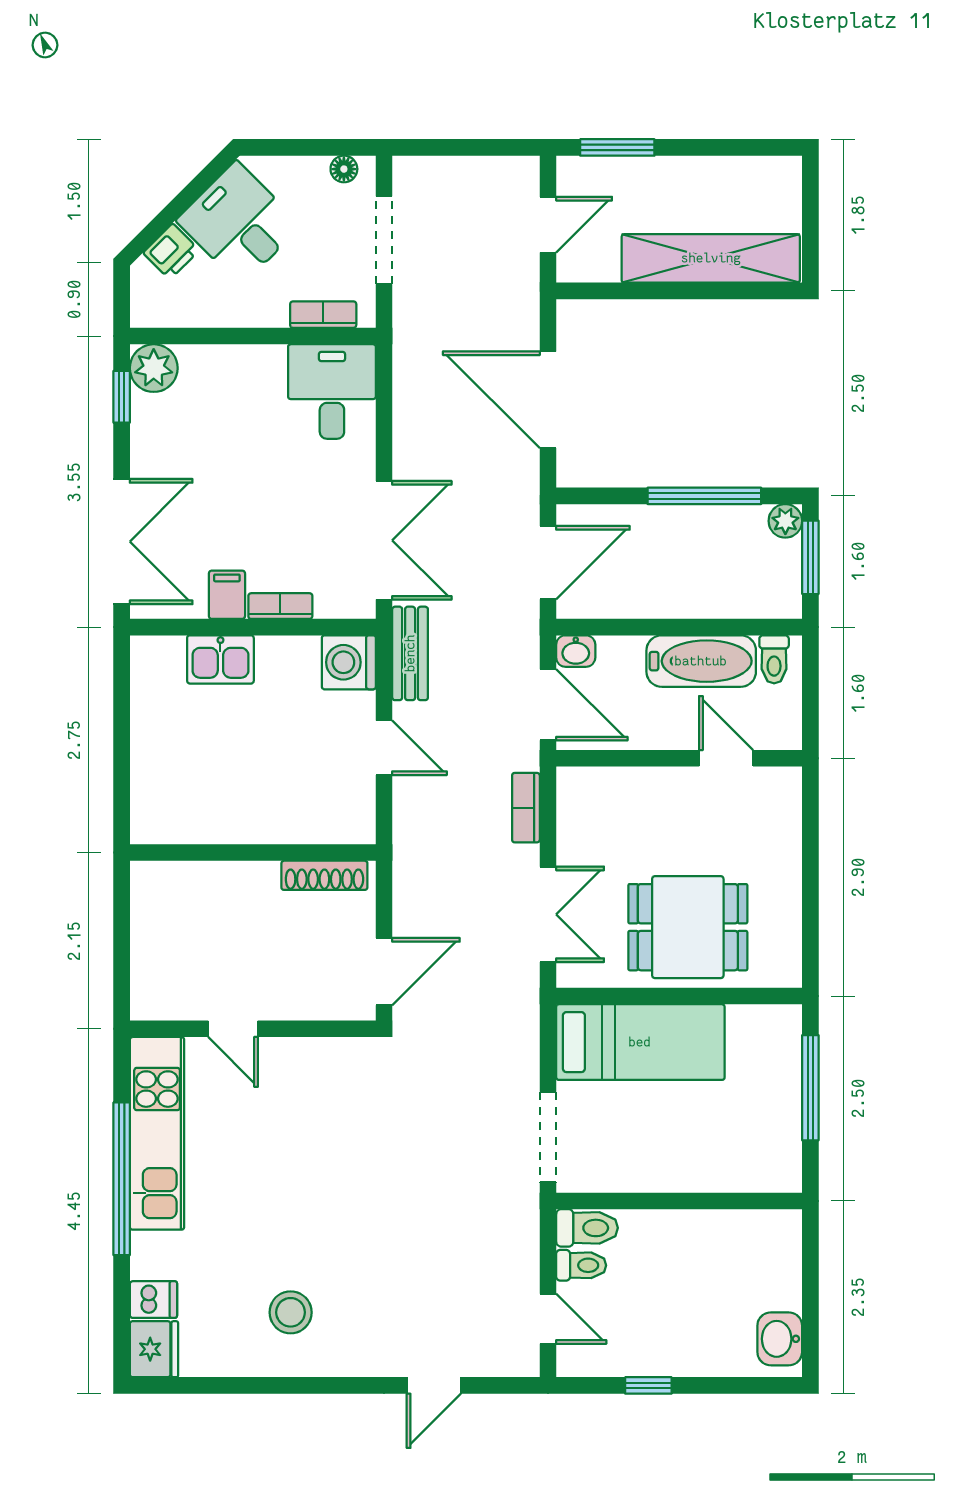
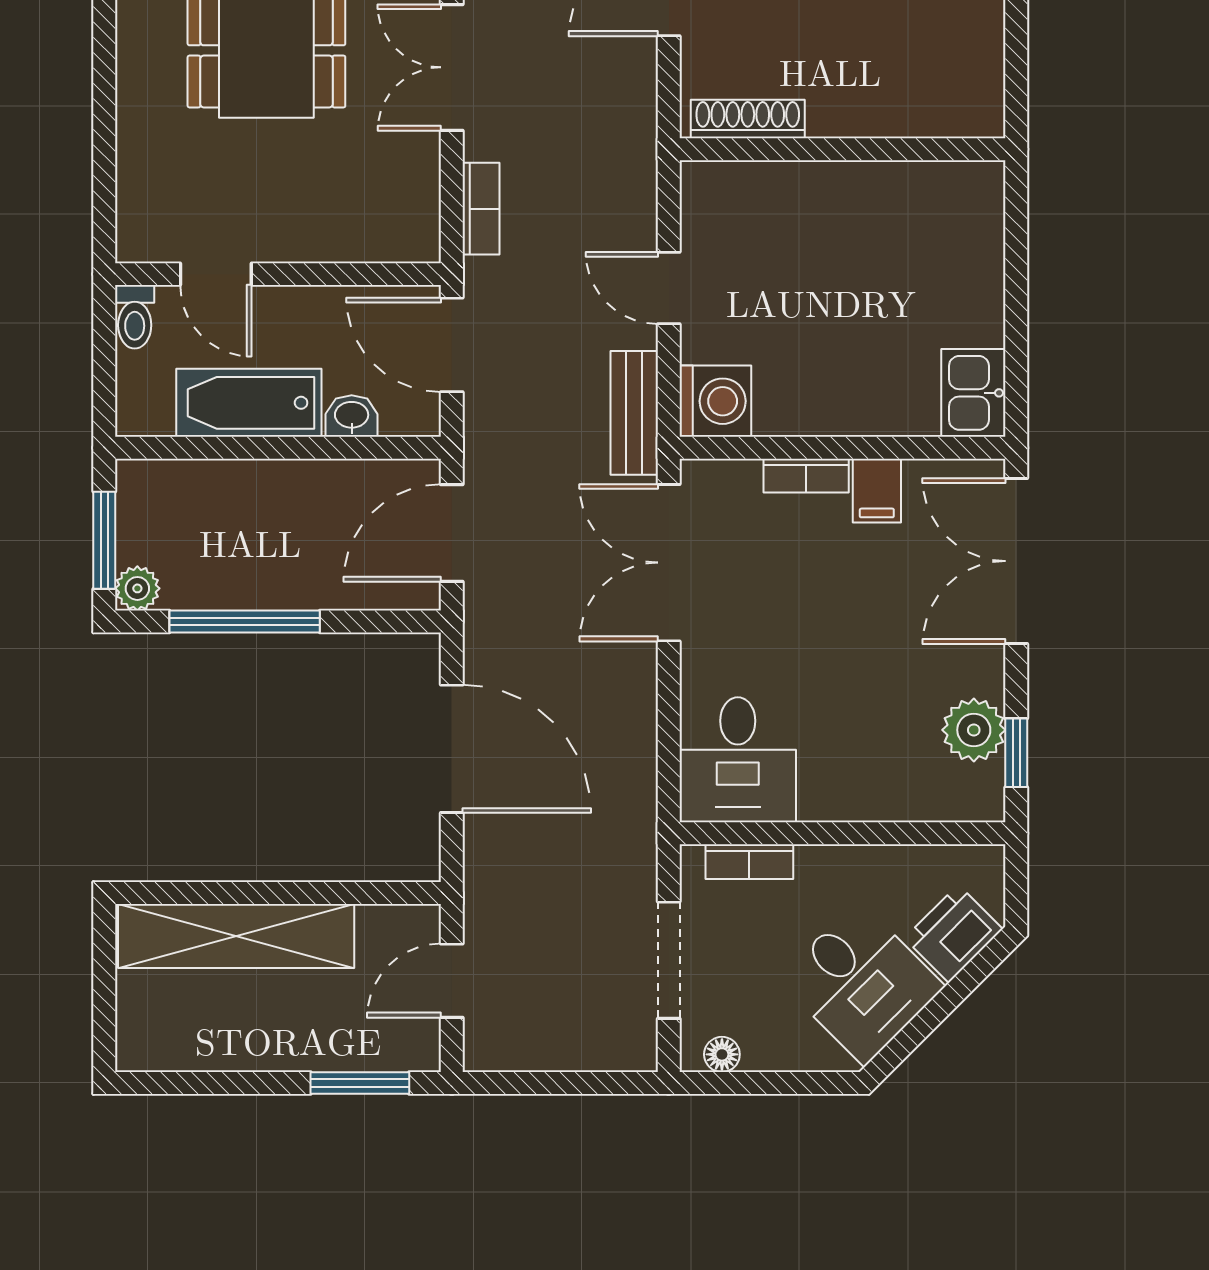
printer: (171, 252) -> (954, 934), width x1.36, depth x1.24
plant: (154, 368) -> (974, 730), moved
washbasin: (576, 651) -> (352, 416), moved
kitchen sink: (220, 659) -> (973, 393), moved, turned -90
toilet: (774, 659) -> (135, 317), moved, turned 180

